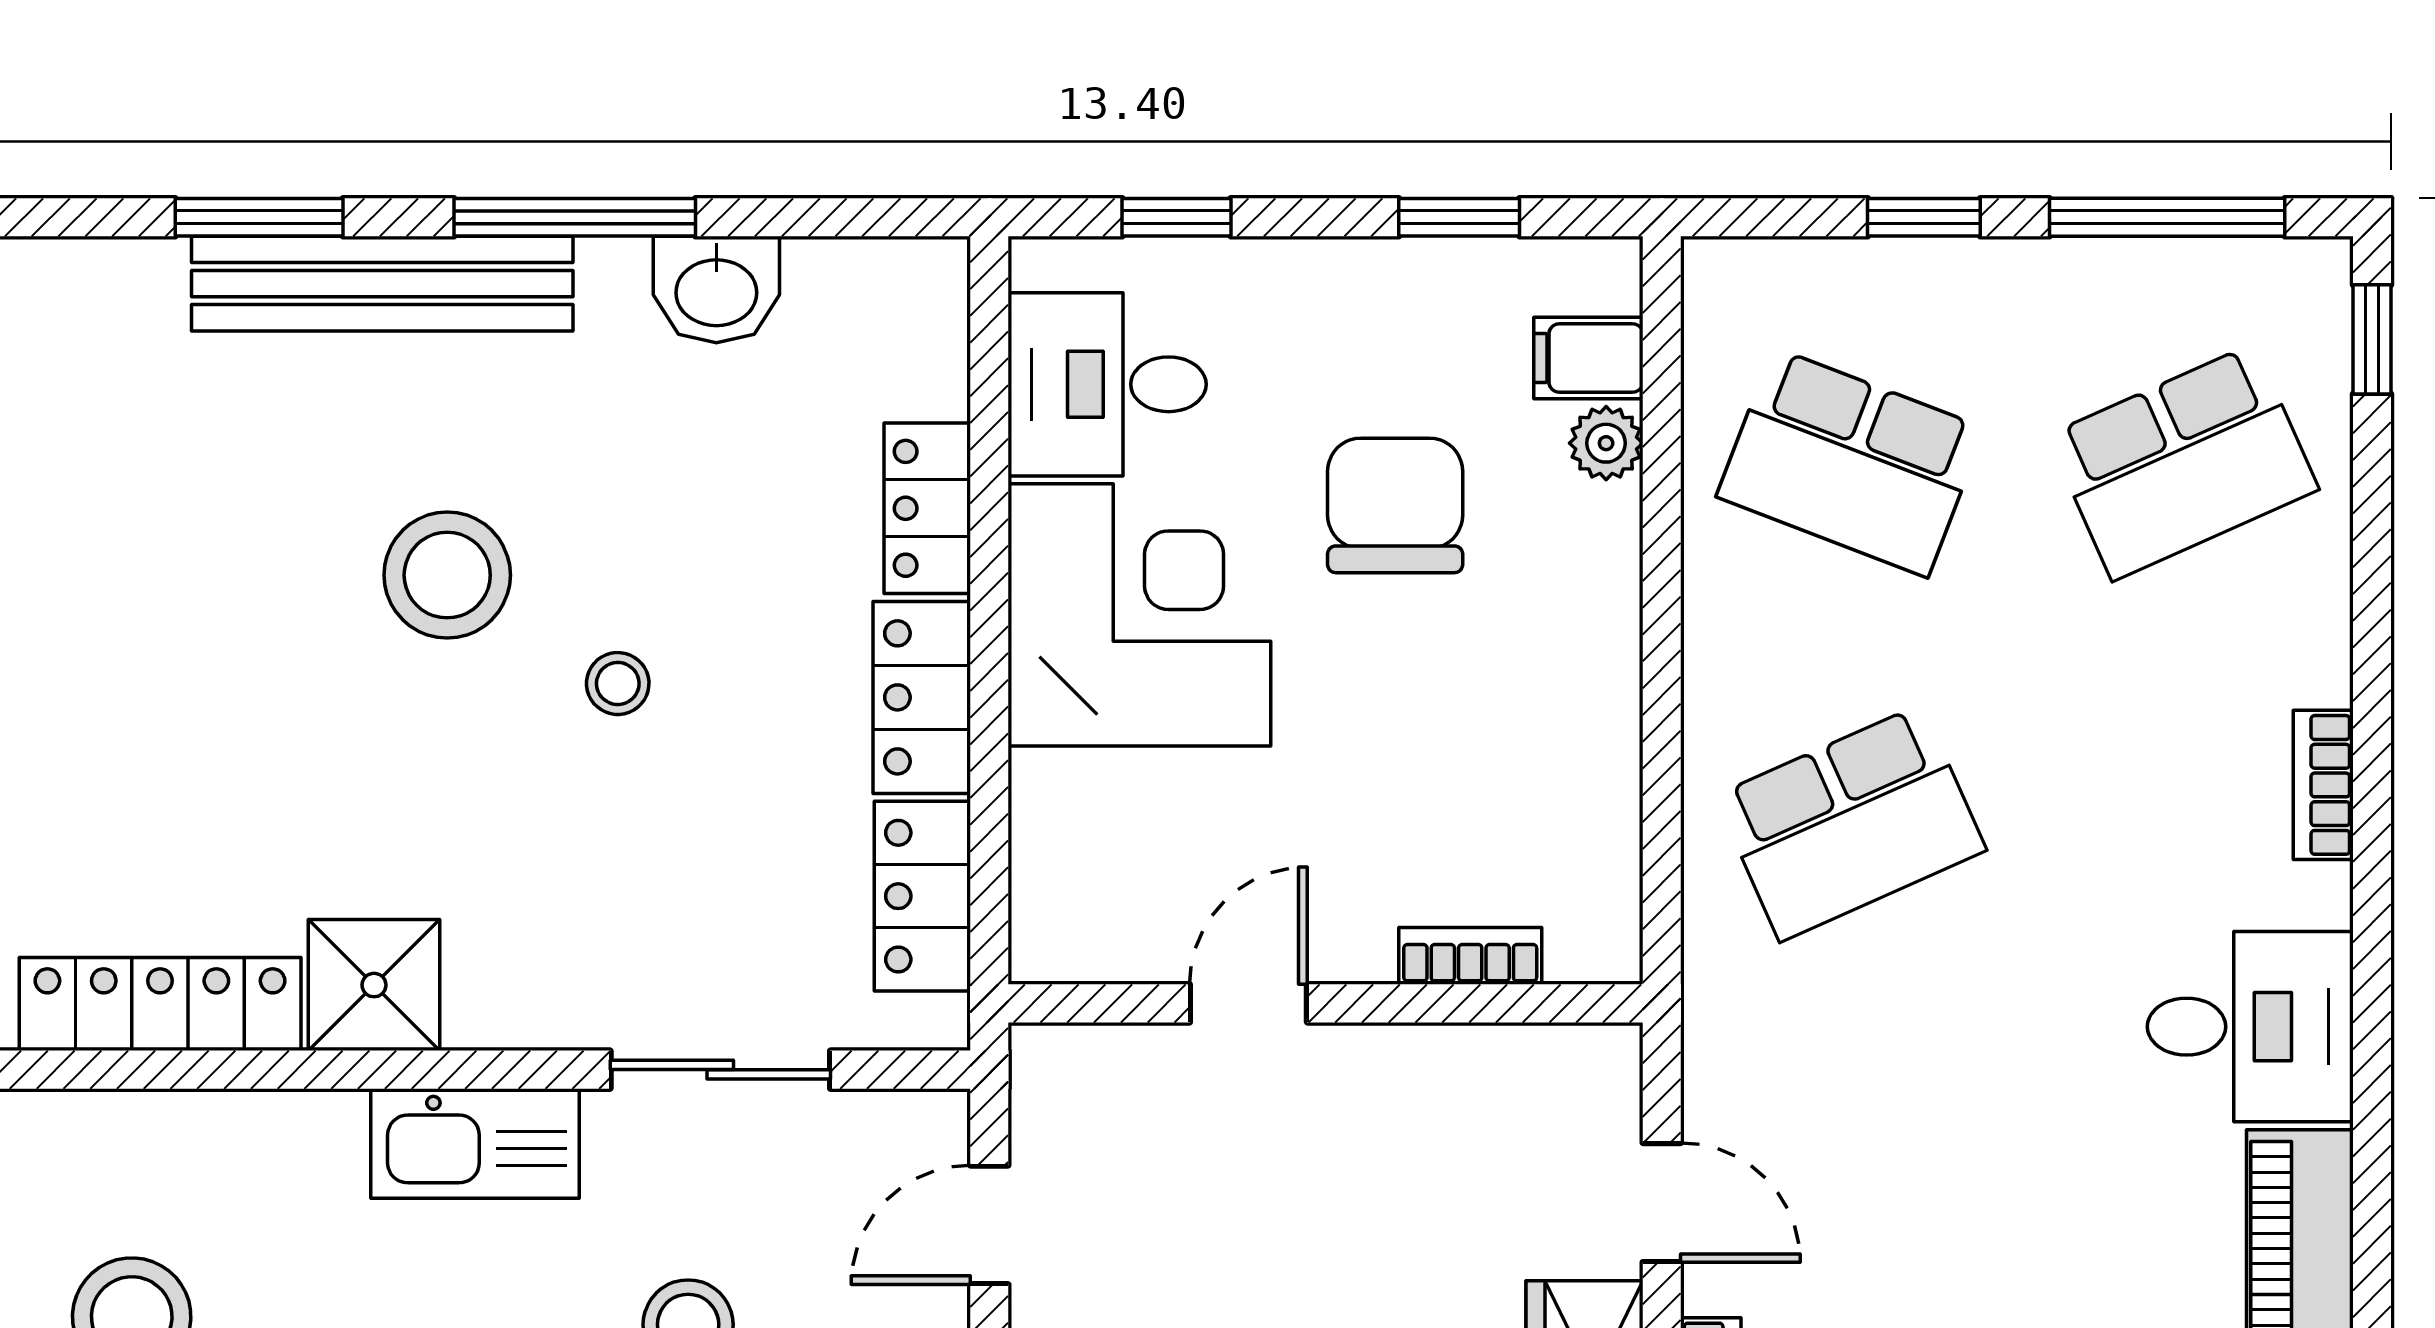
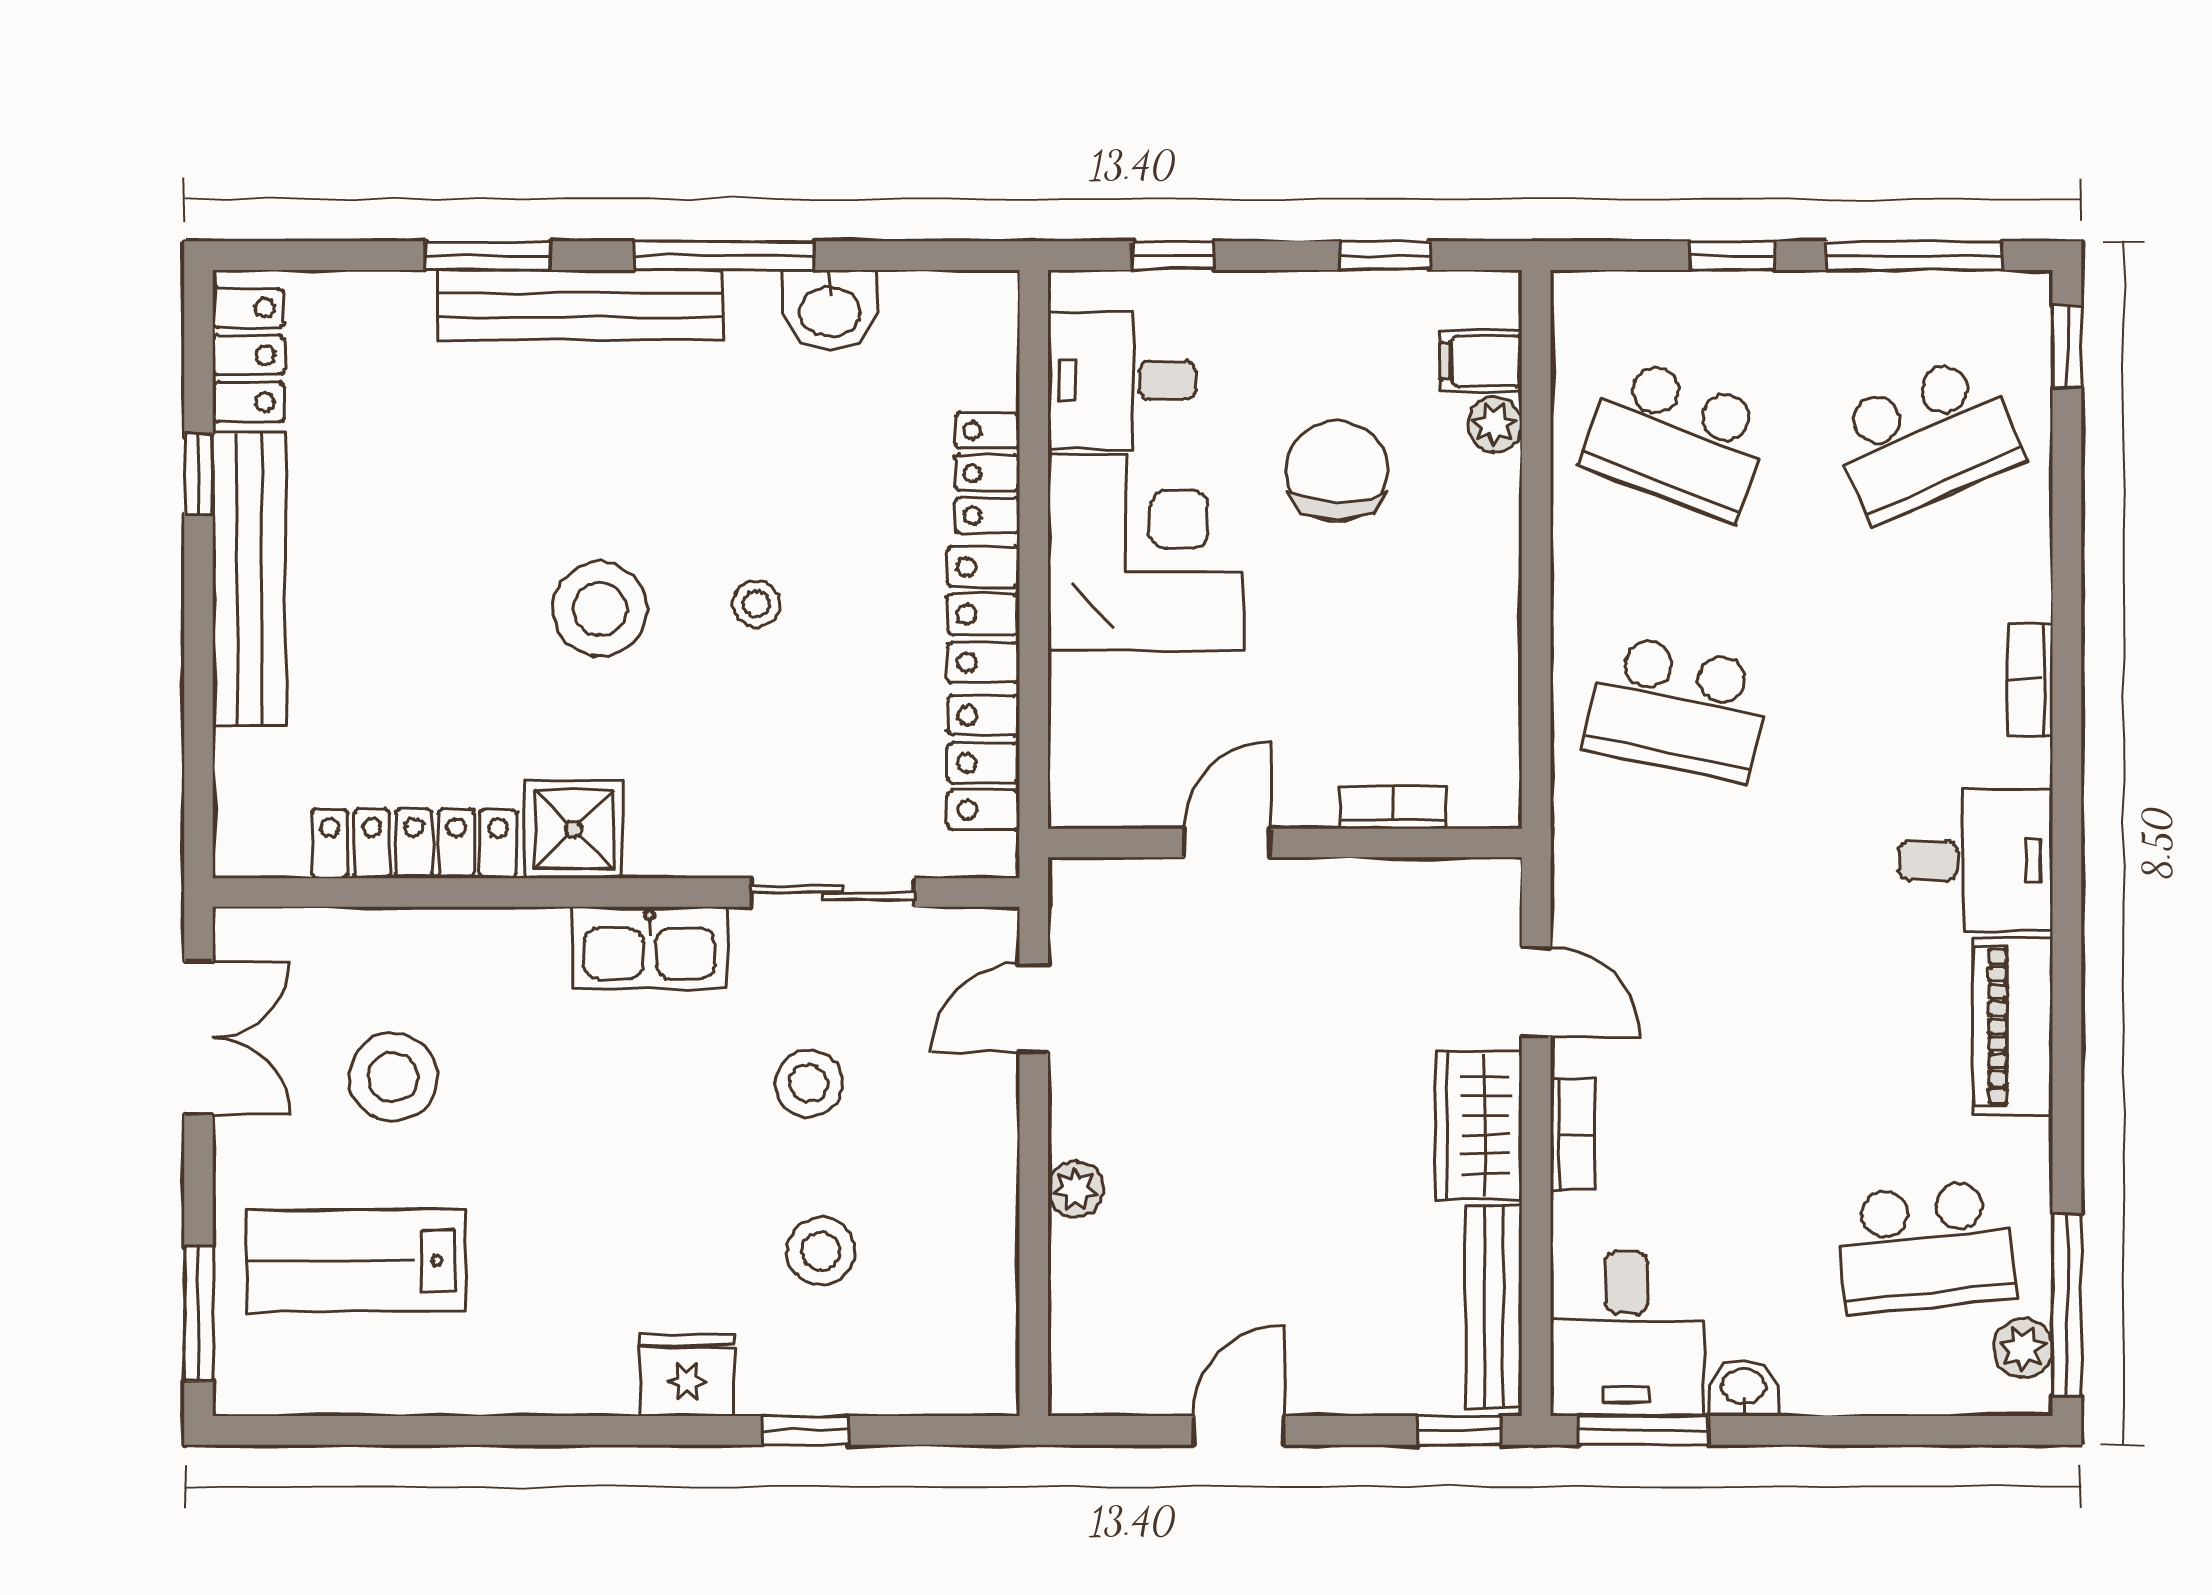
stool: (447, 575) -> (600, 609), moved
school desk: (1851, 823) -> (1677, 708), turned 36

